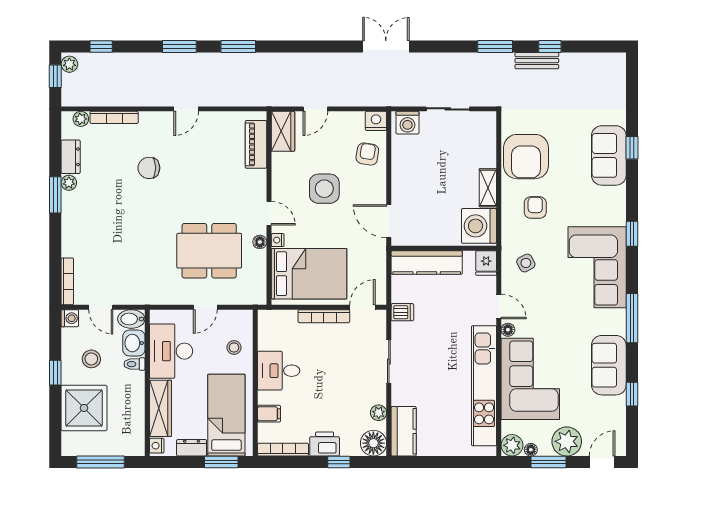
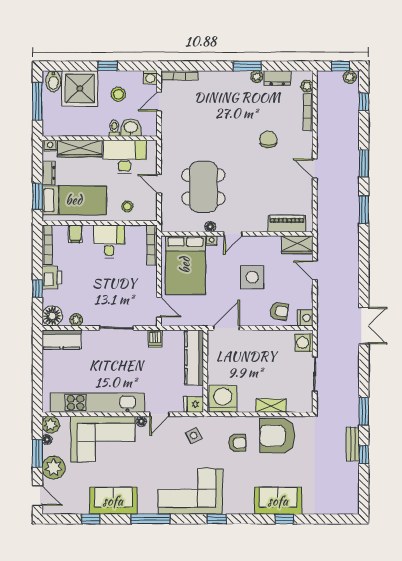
shelving: (488, 188) -> (271, 406), moved
bookcase: (324, 316) -> (152, 245), moved
bidet: (131, 319) -> (53, 81), moved, turned 180

